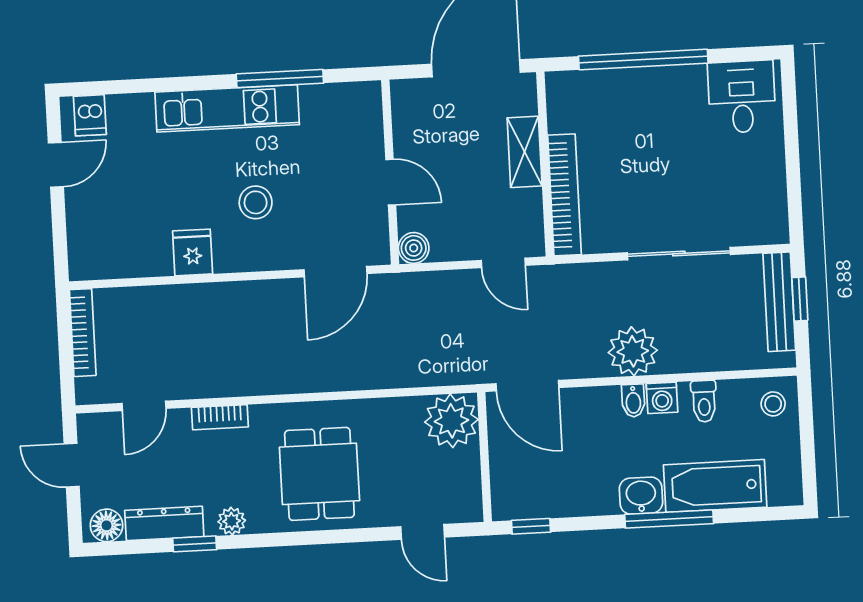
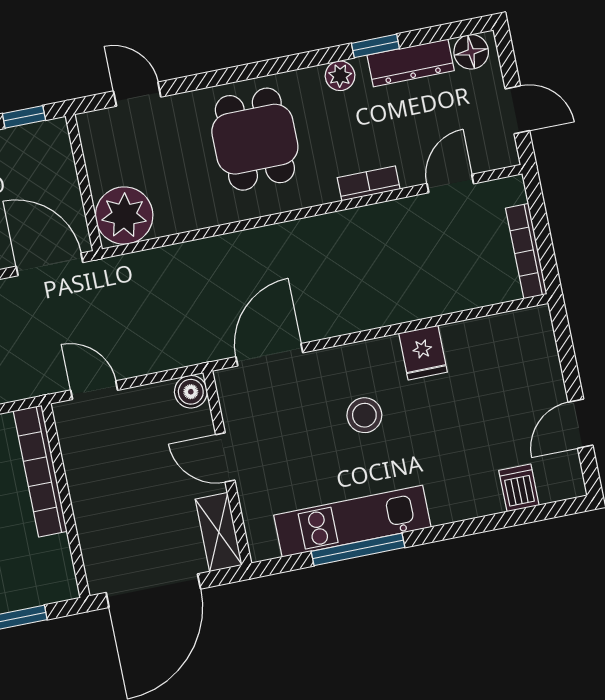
kitchen unit: (227, 108) -> (352, 521), moved
dishwasher: (90, 115) -> (519, 488), moved
shelving: (525, 152) -> (219, 532), moved

